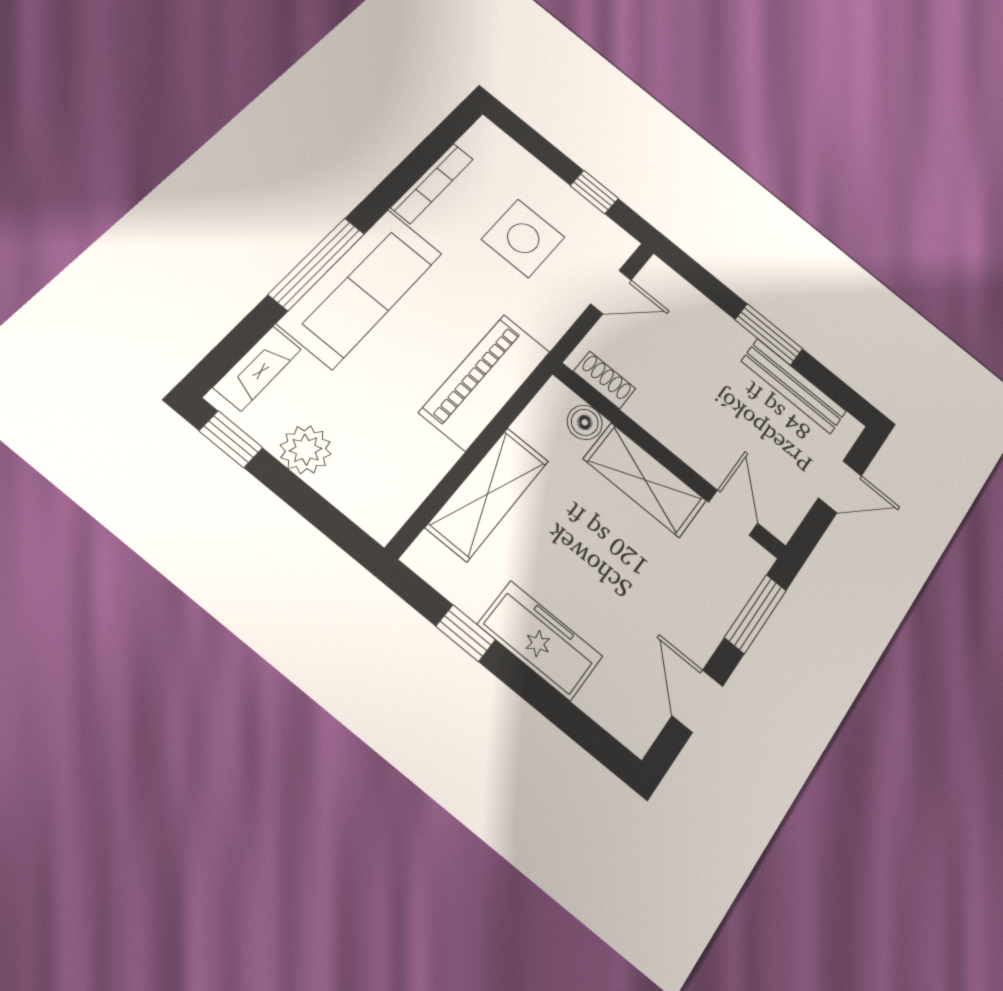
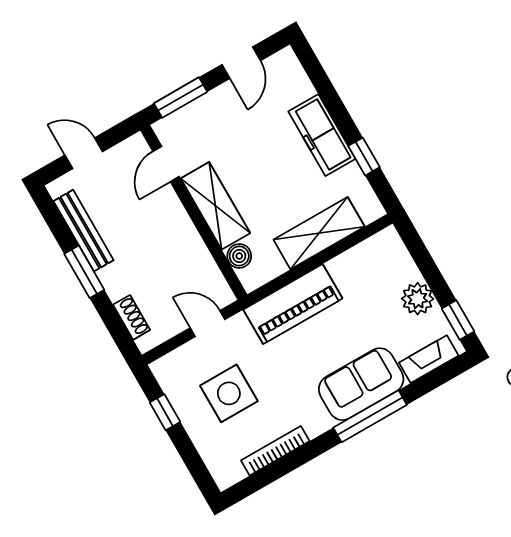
sofa: (361, 288) -> (361, 384), width x0.73
door: (611, 292) -> (208, 324), moved
shoe rack: (605, 380) -> (132, 317), moved, turned 180

